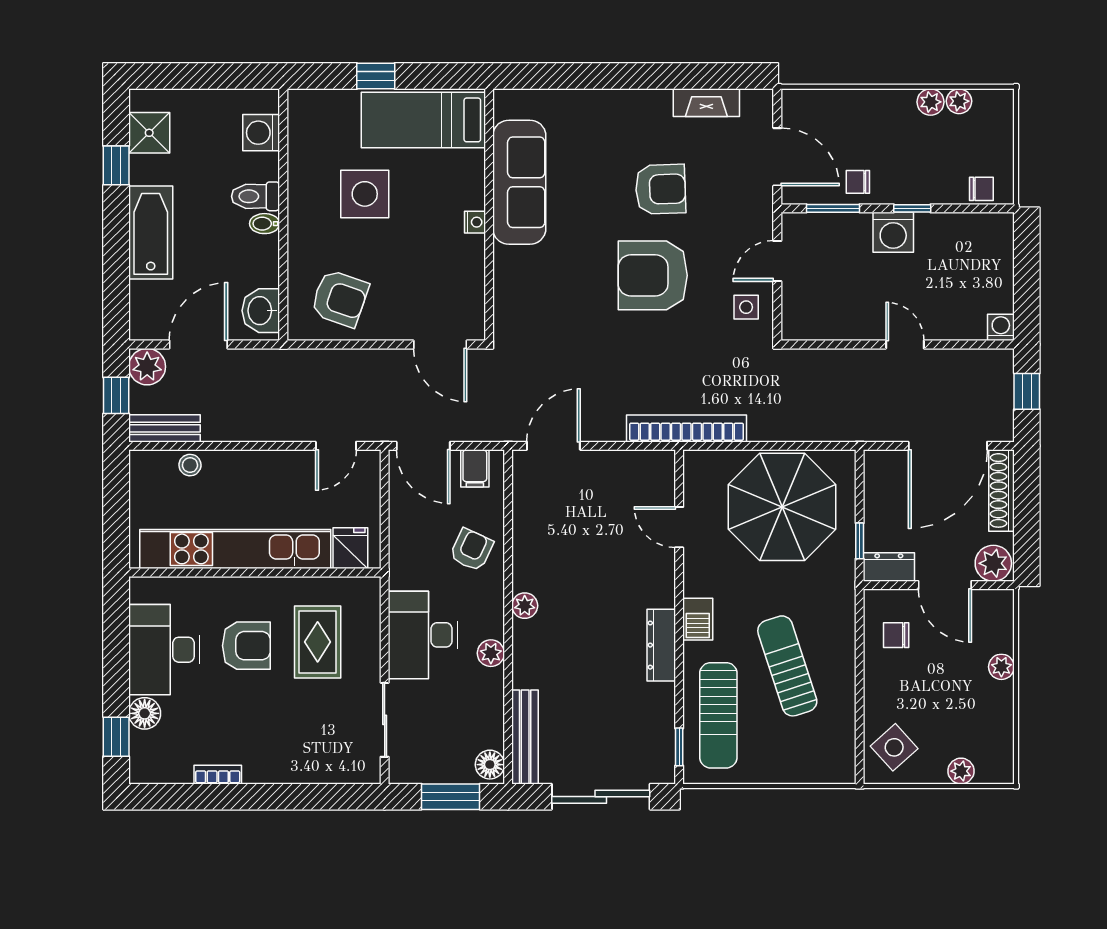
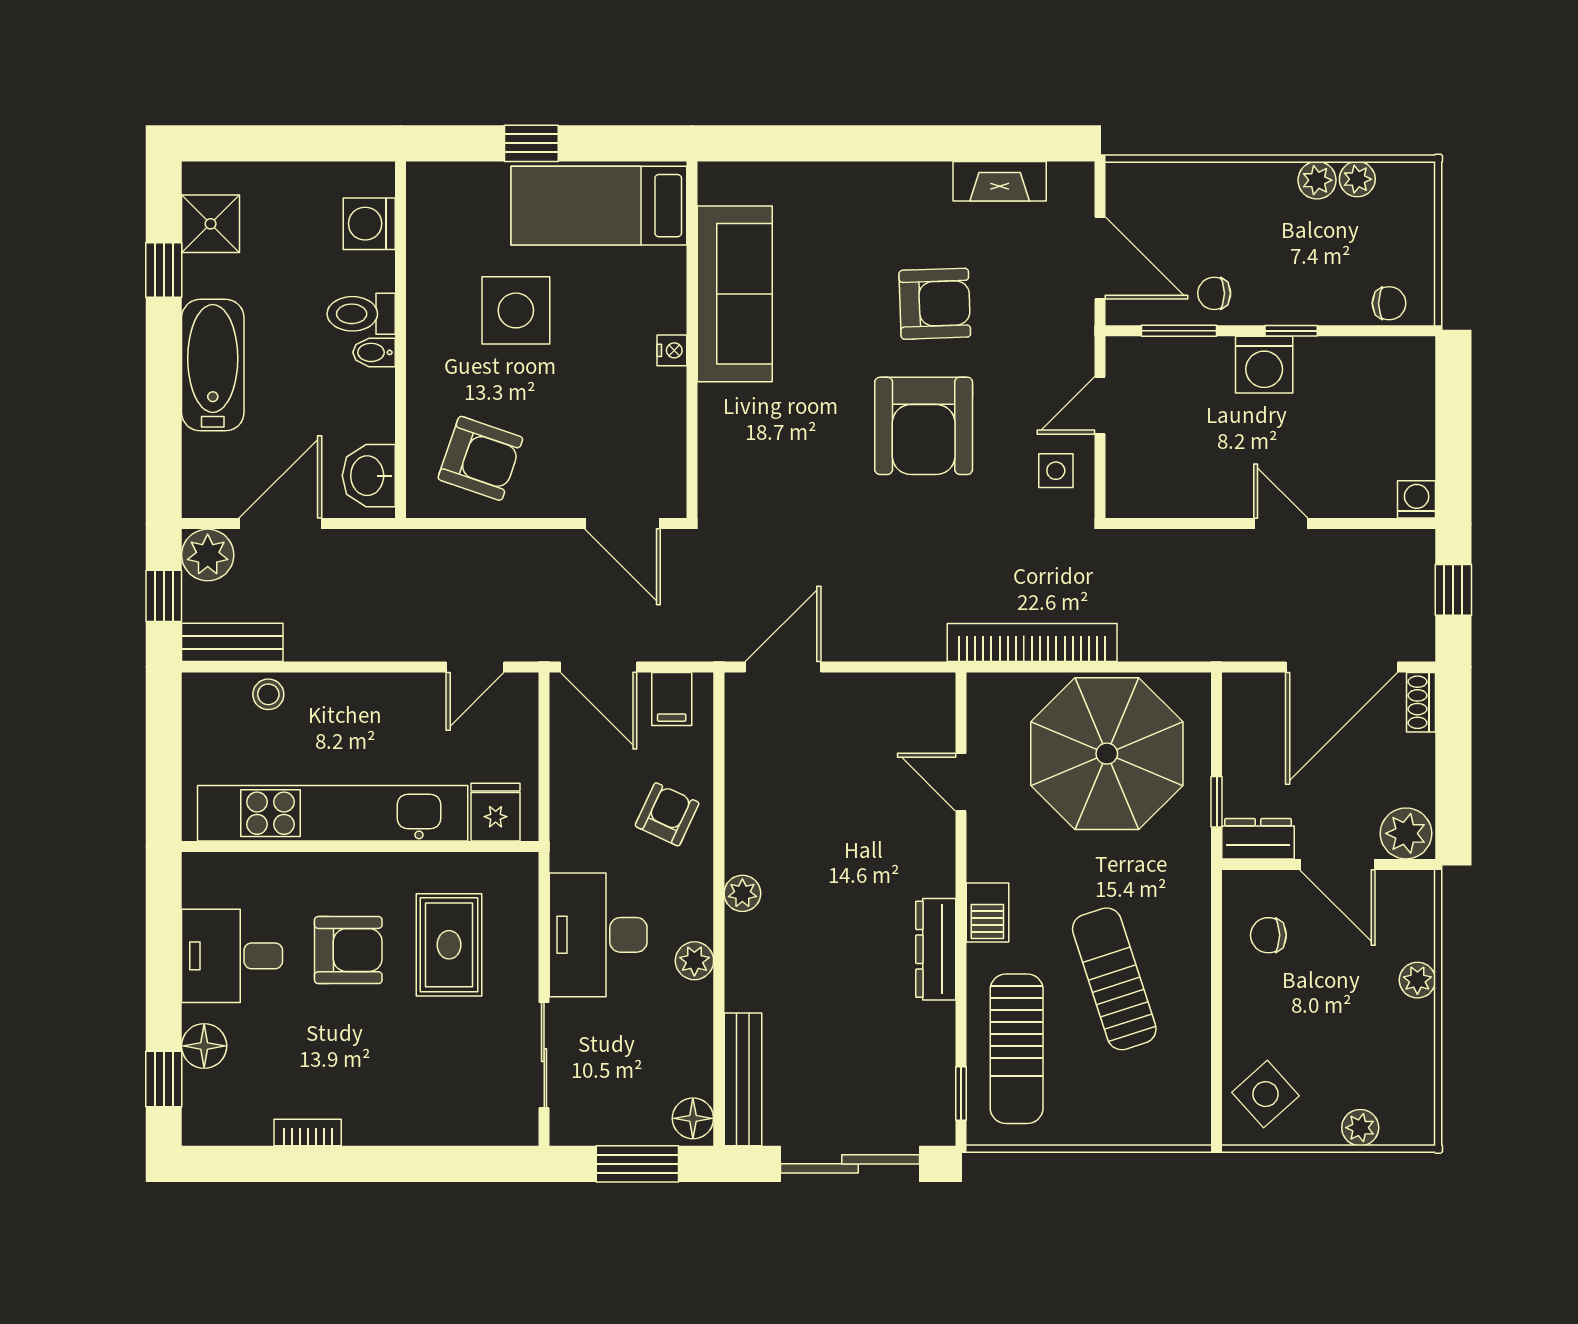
armchair: (653, 275) -> (924, 426), turned -90
bookcase: (687, 428) -> (1032, 642), moved
shoe rack: (1002, 490) -> (1421, 702), width x0.51, depth x0.81
desk: (164, 650) -> (232, 956), width x0.73

